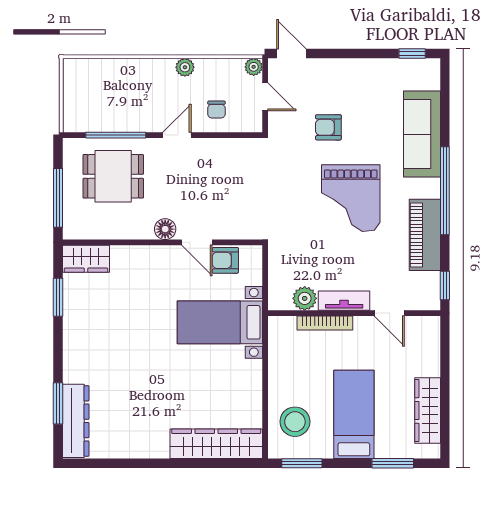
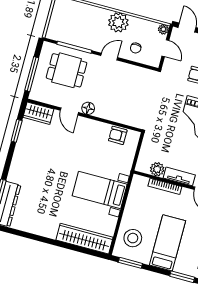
plant: (185, 67) -> (118, 22), width x1.87, depth x1.87
door: (197, 242) -> (69, 111), moved
bed with nightstands: (220, 322) -> (100, 190), moved

